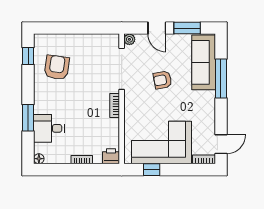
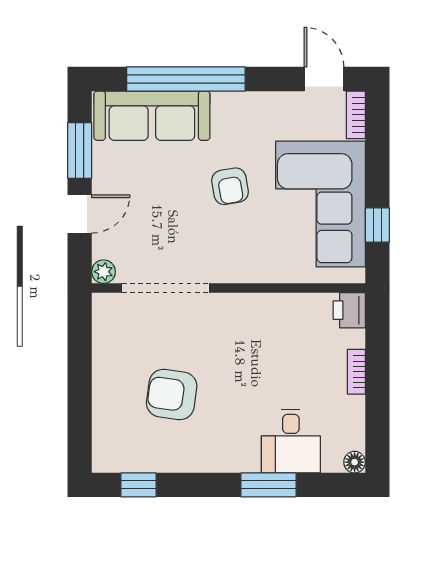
armchair: (57, 67) -> (172, 395), moved
window: (221, 79) -> (186, 79), width x1.46
armchair: (162, 80) -> (230, 186), moved
bookcase: (115, 105) -> (243, 303), removed

